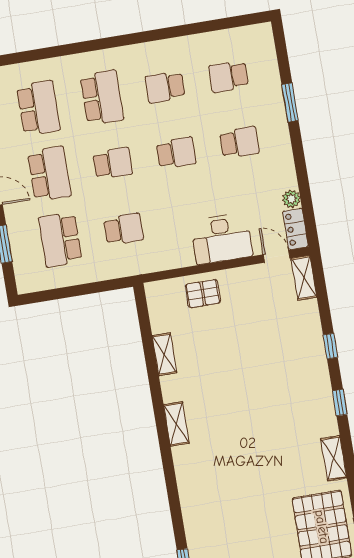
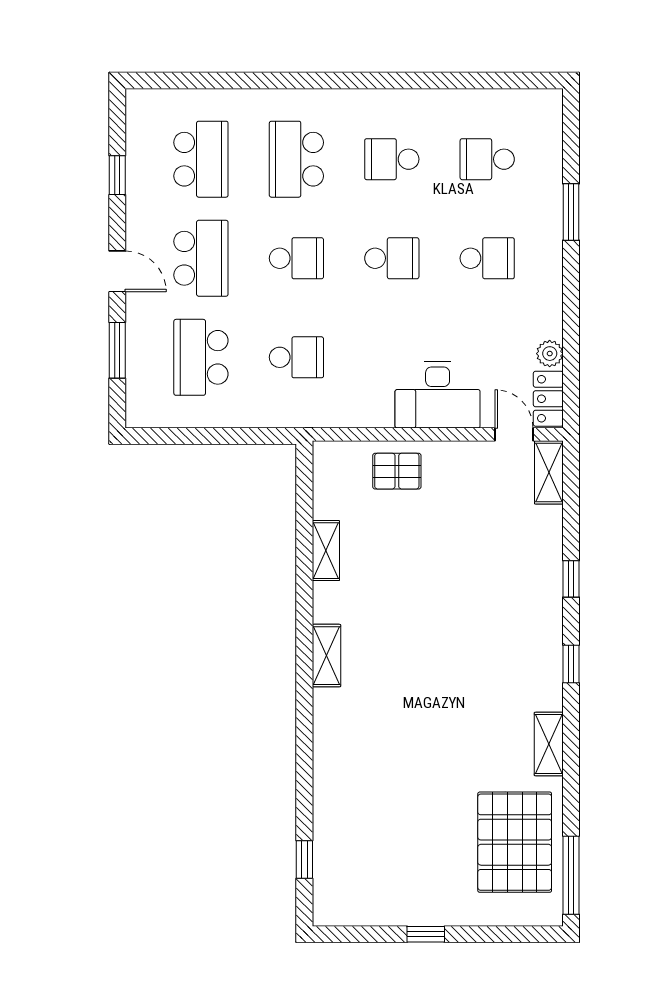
school desk: (102, 98) -> (296, 159), turned 180

